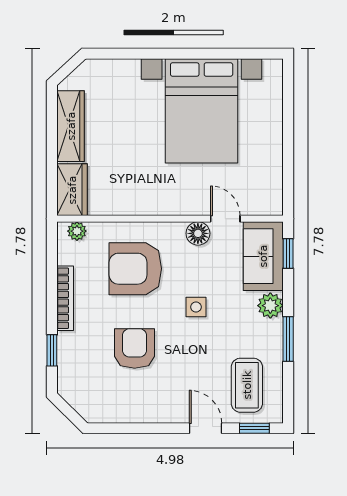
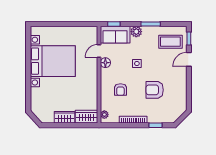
wardrobe: (71, 126) -> (64, 117), width x0.67
armchair: (135, 269) -> (120, 90), width x0.53, depth x0.53

